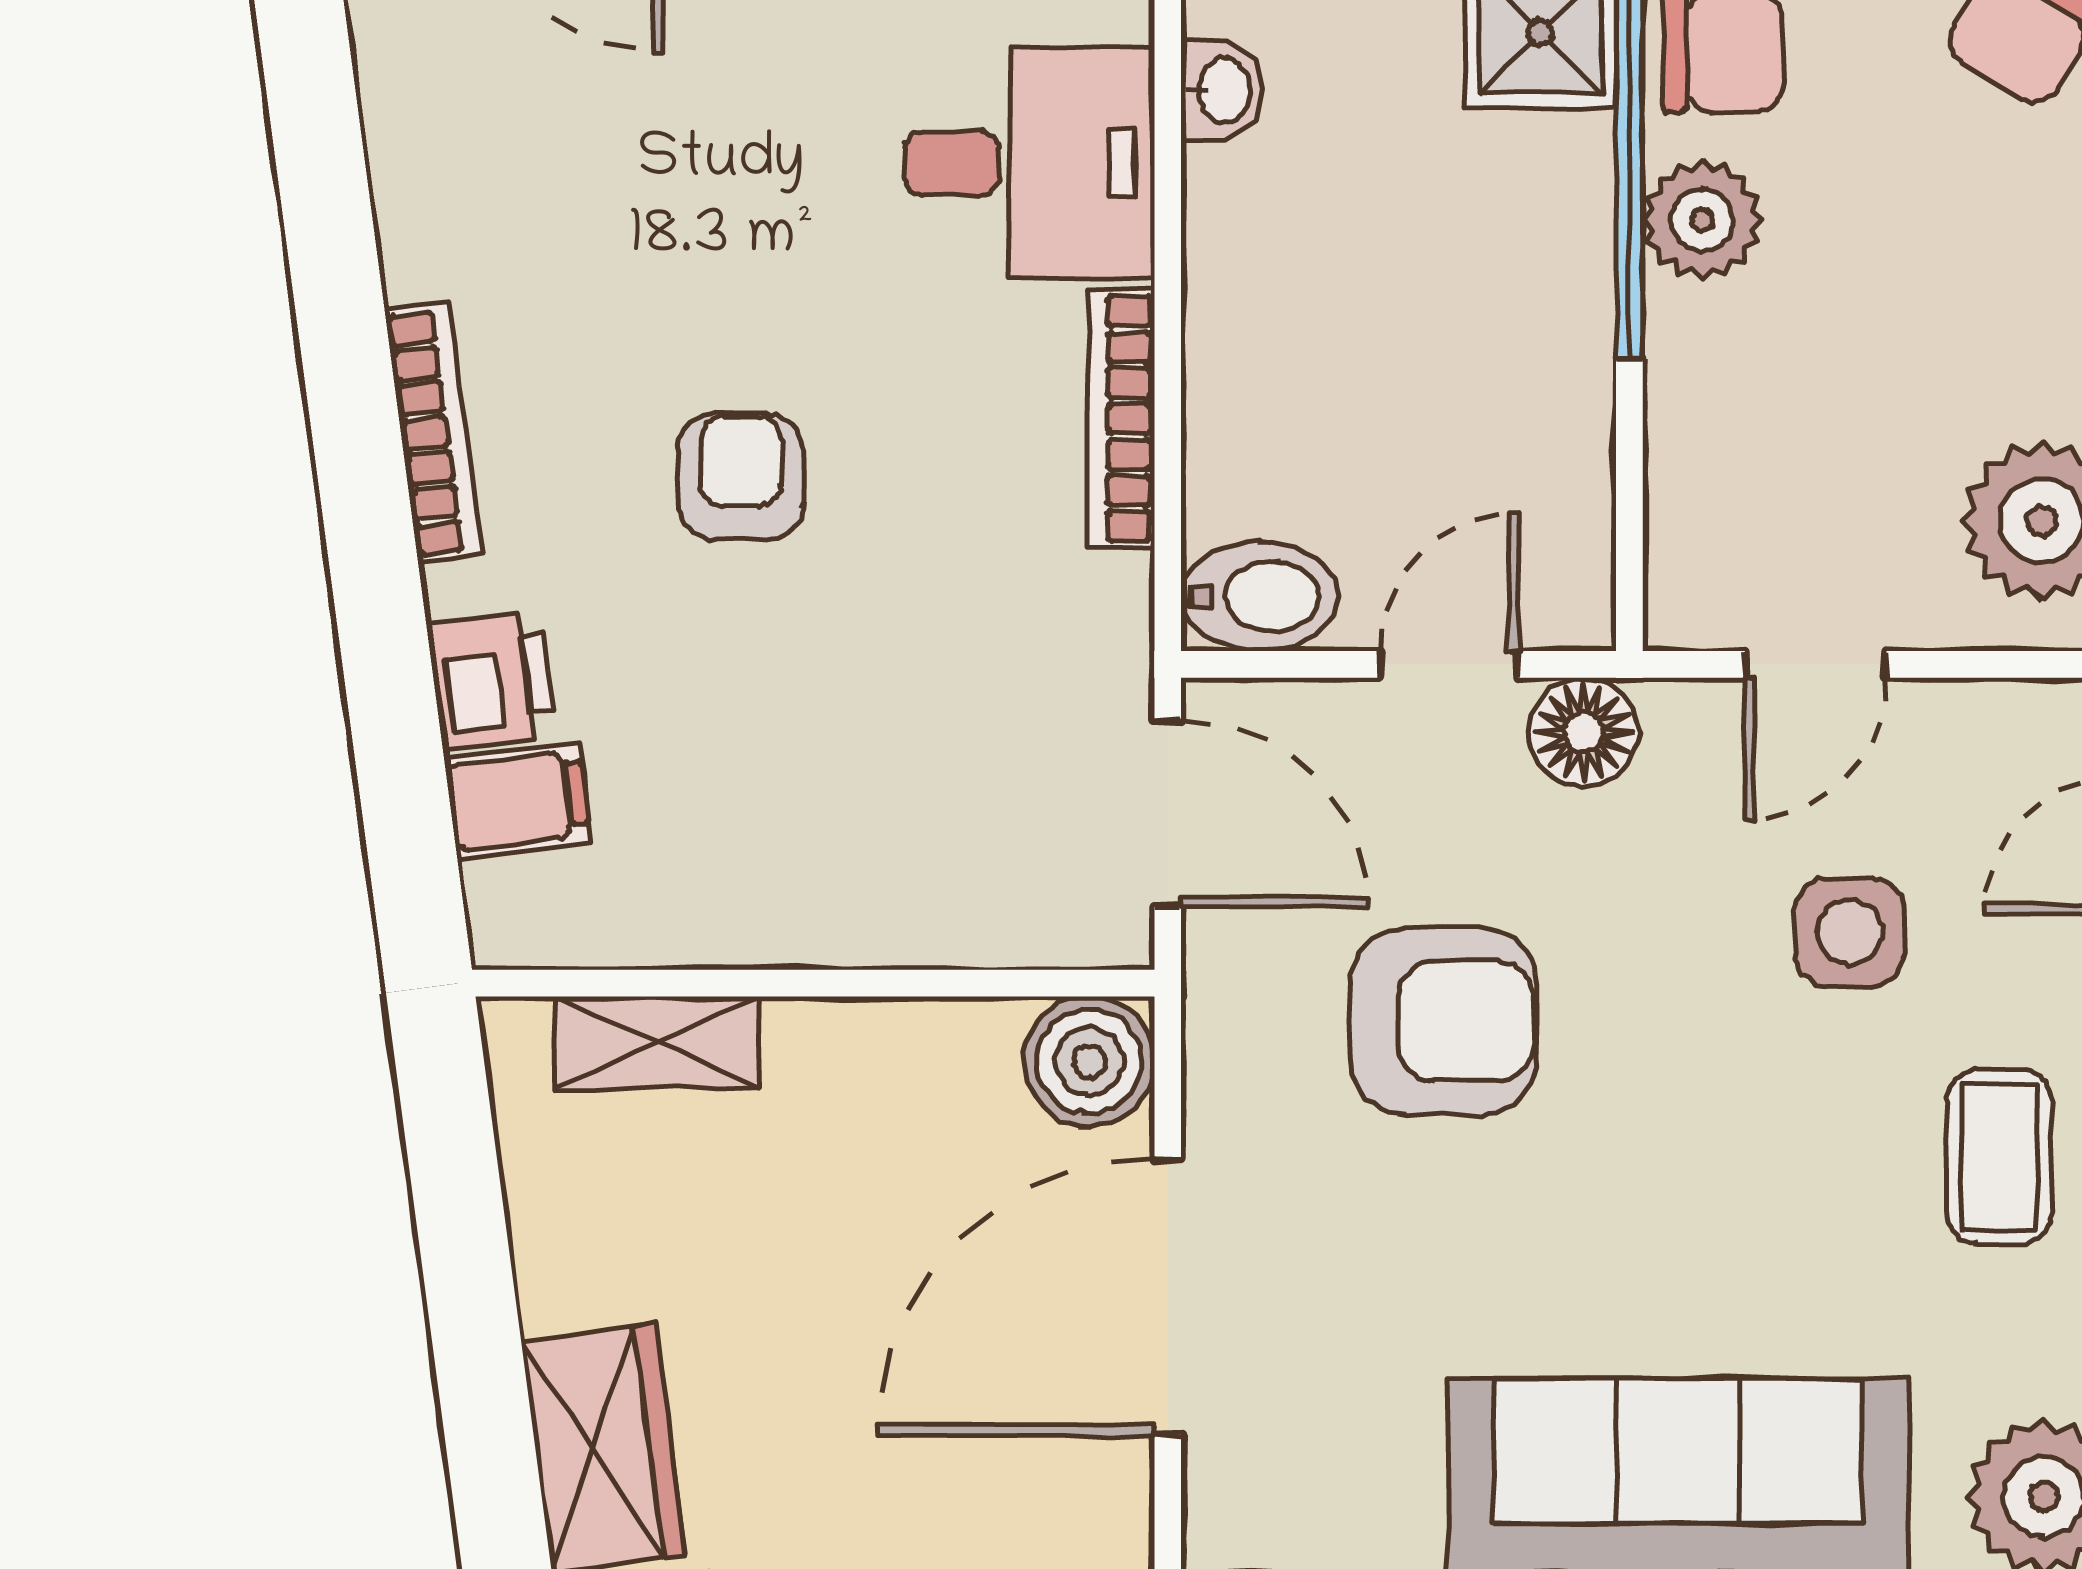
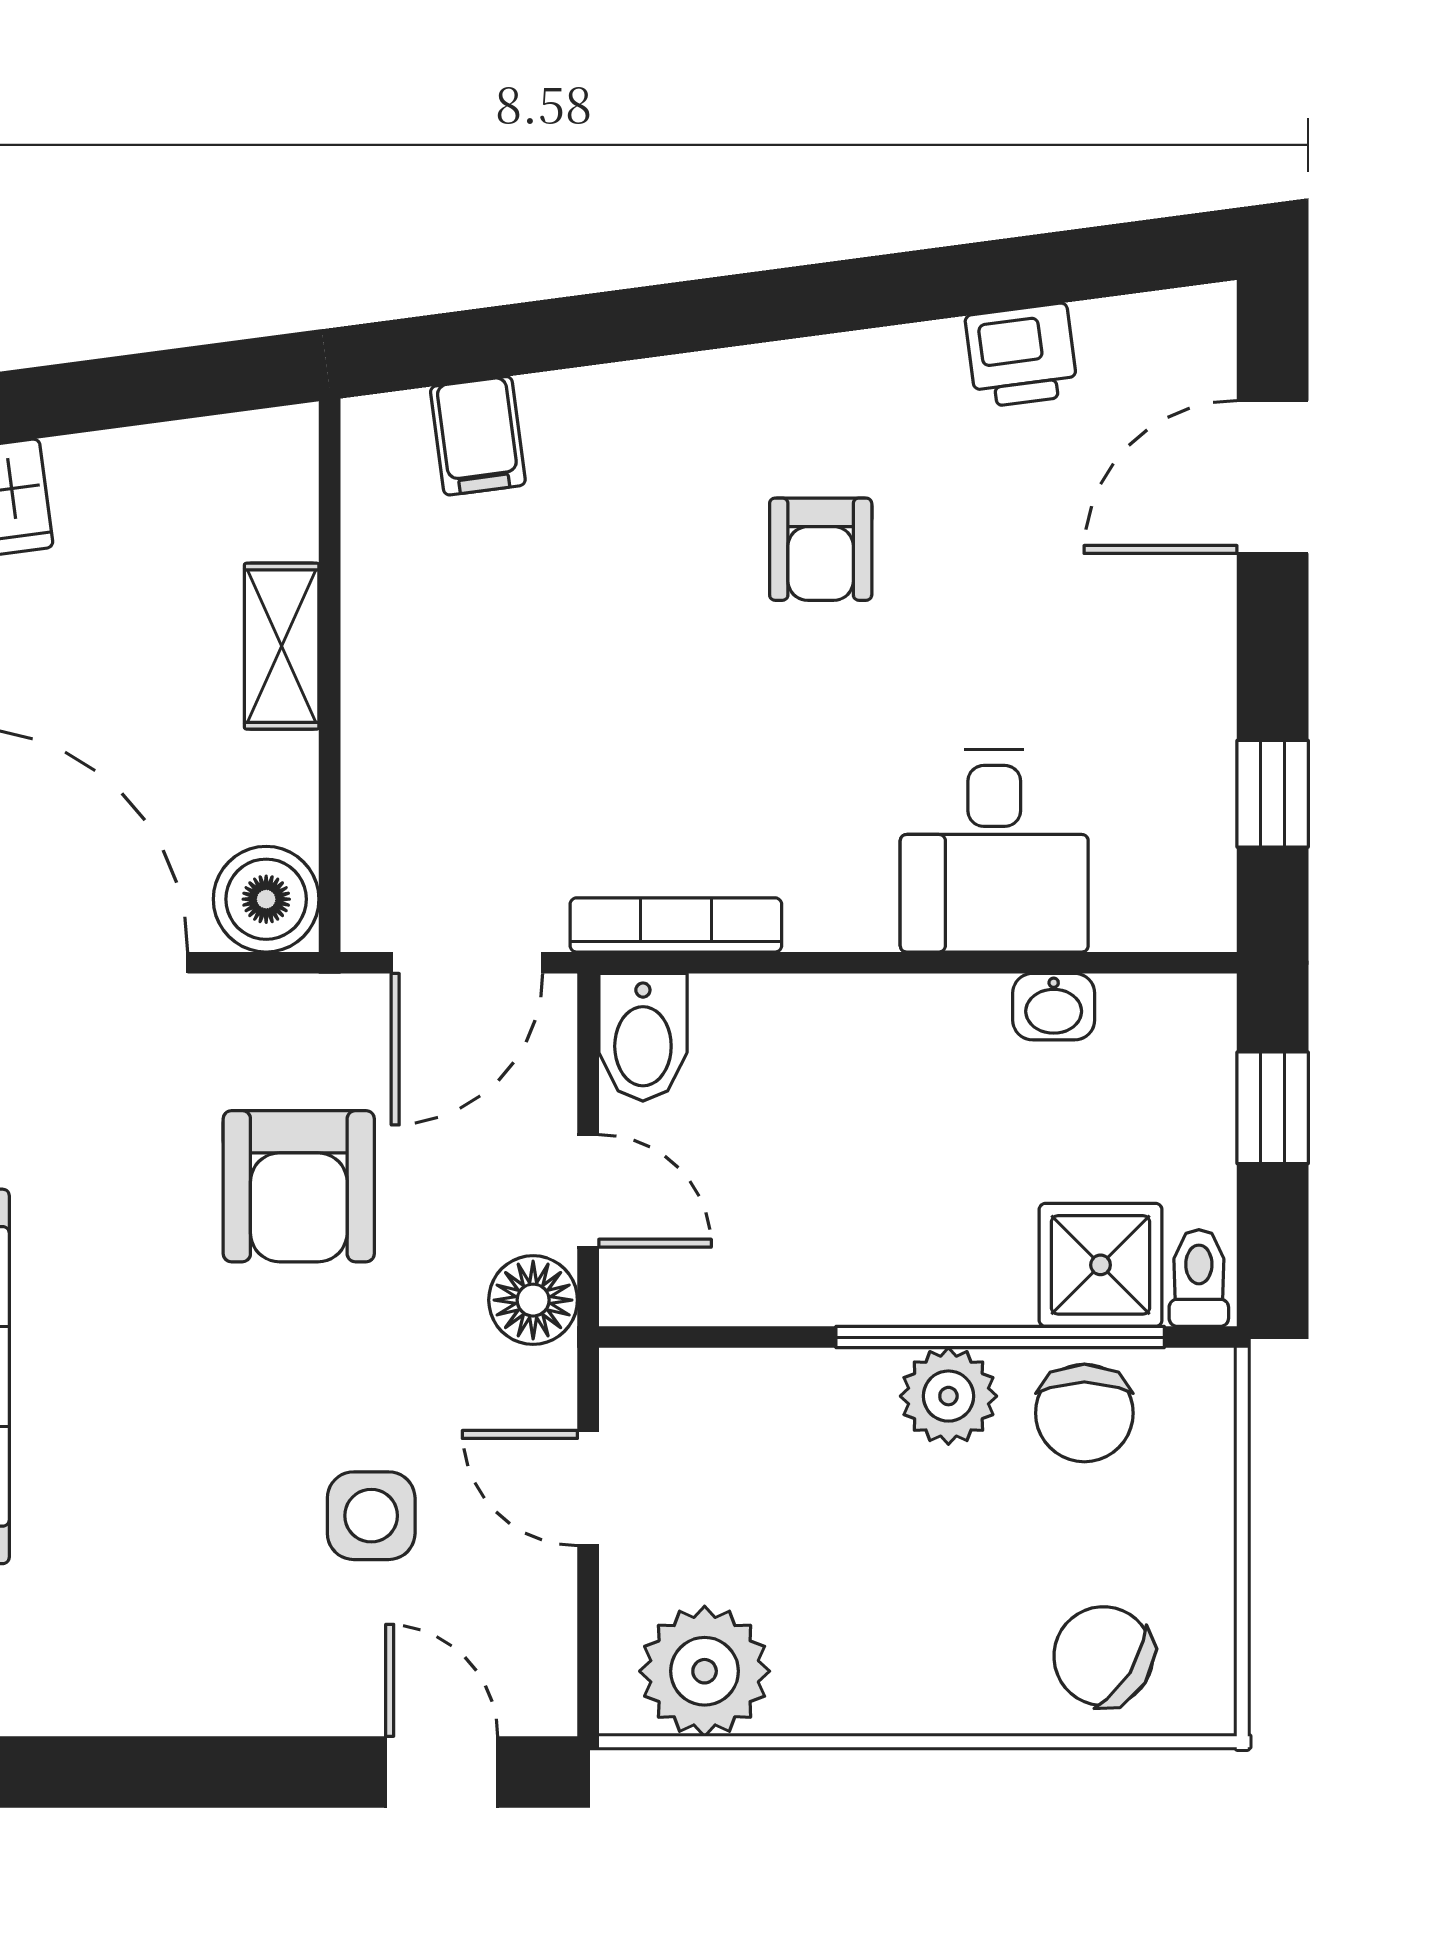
bookcase: (1121, 419) -> (676, 925), moved
bookcase: (434, 432) -> (776, 368), removed
armchair: (741, 477) -> (821, 549), moved, turned 90
printer: (492, 679) -> (1022, 355), moved
shelving: (657, 1042) -> (282, 646), moved
coffee table: (1999, 1157) -> (189, 1637), removed

